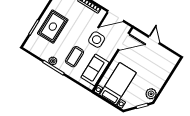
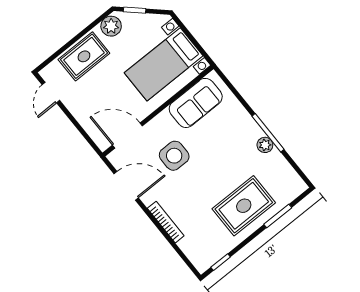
door: (154, 40) -> (51, 93), moved
coffee table: (75, 57) -> (224, 139), removed
rug: (159, 74) -> (84, 56), added

